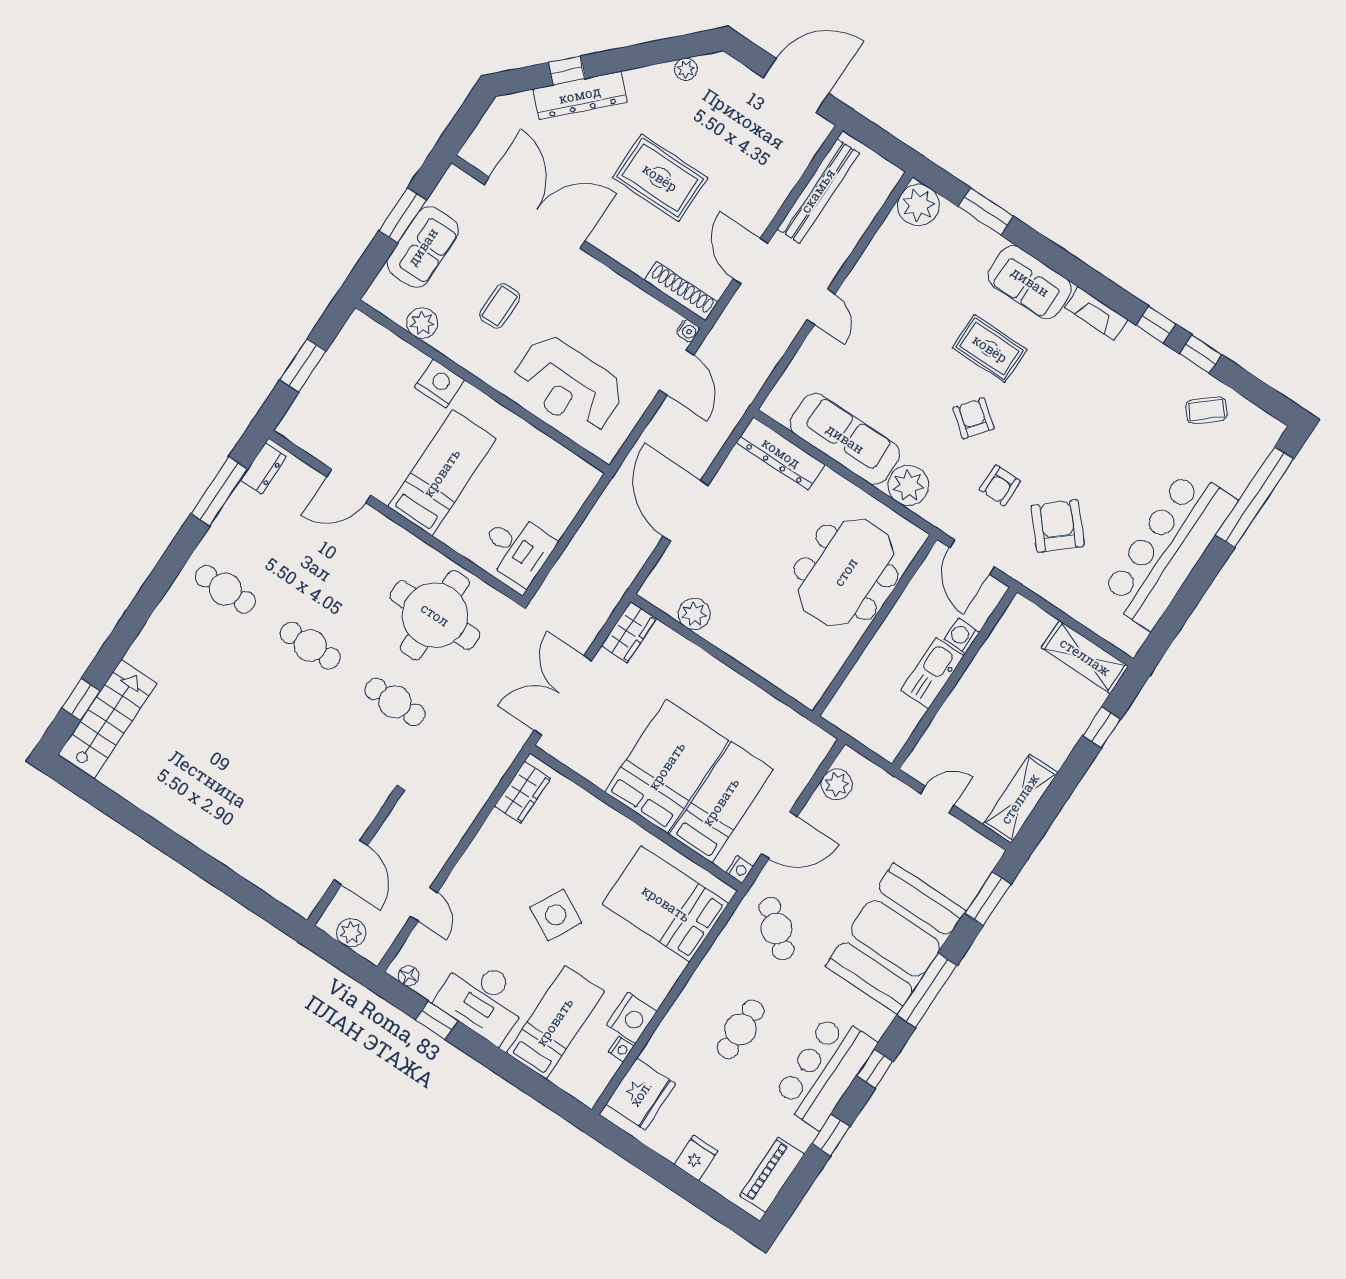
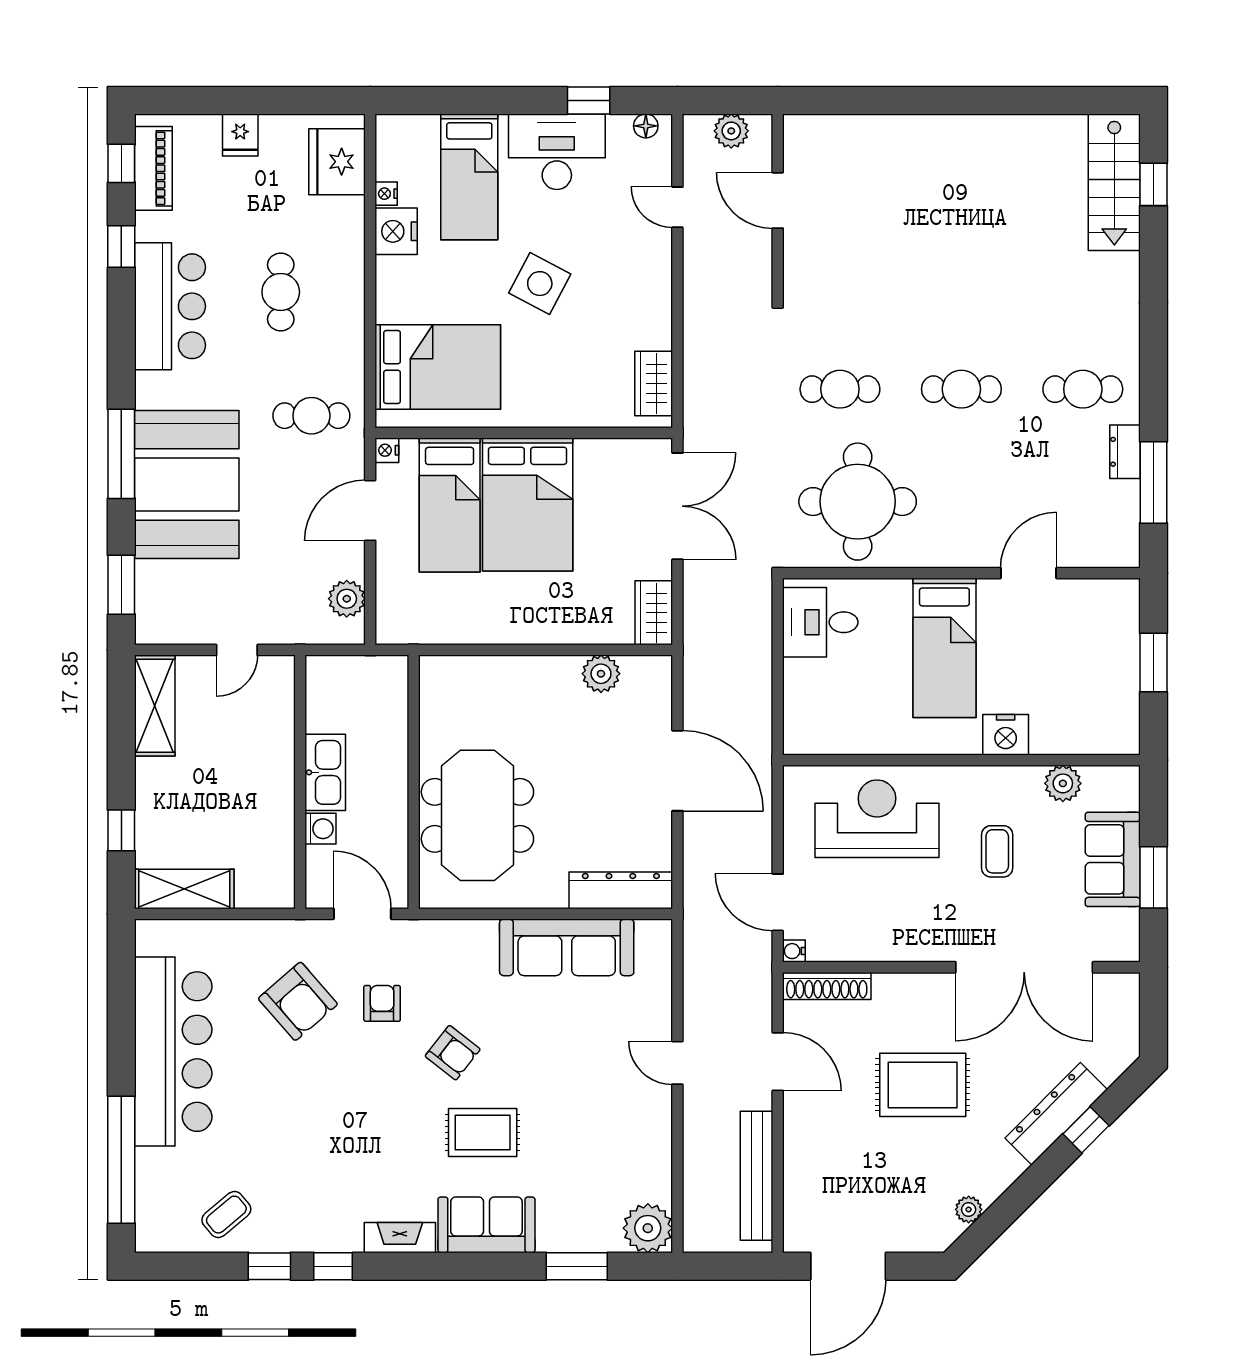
dresser: (263, 468) -> (1125, 452), moved
plant: (908, 485) -> (473, 943), removed
cafe table: (776, 929) -> (311, 416), turned -39
window: (875, 1069) -> (121, 163), moved

